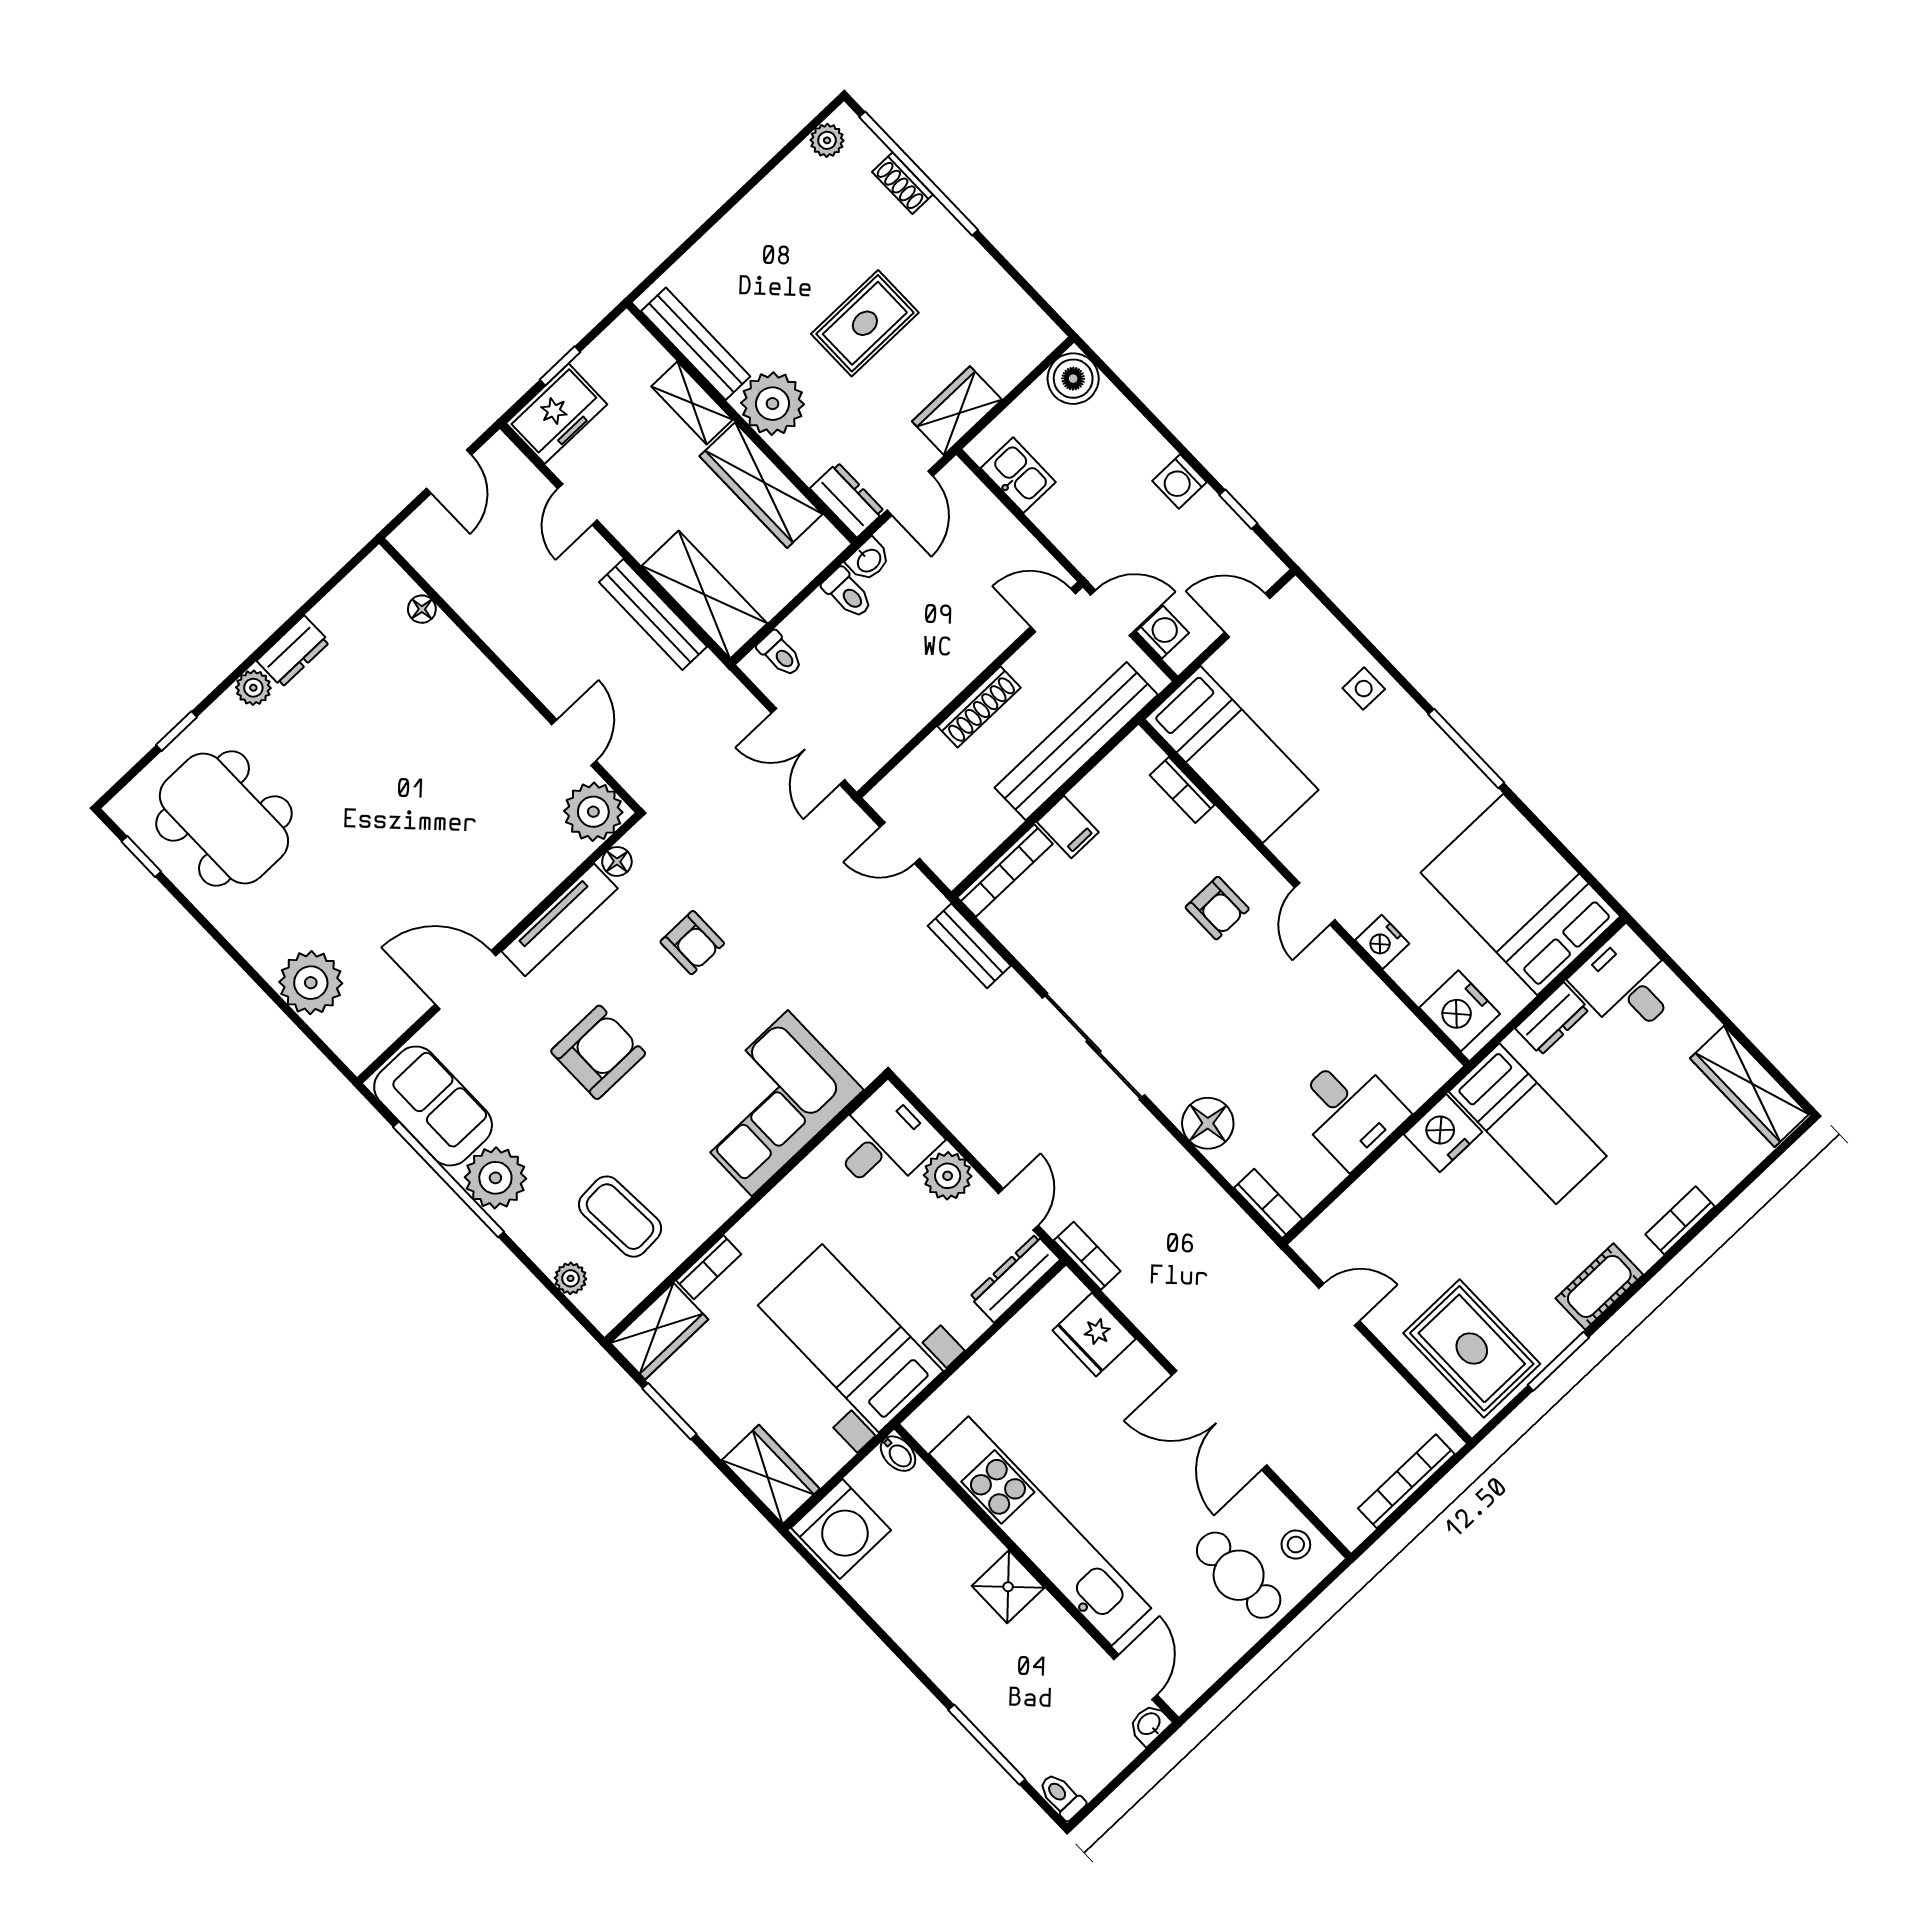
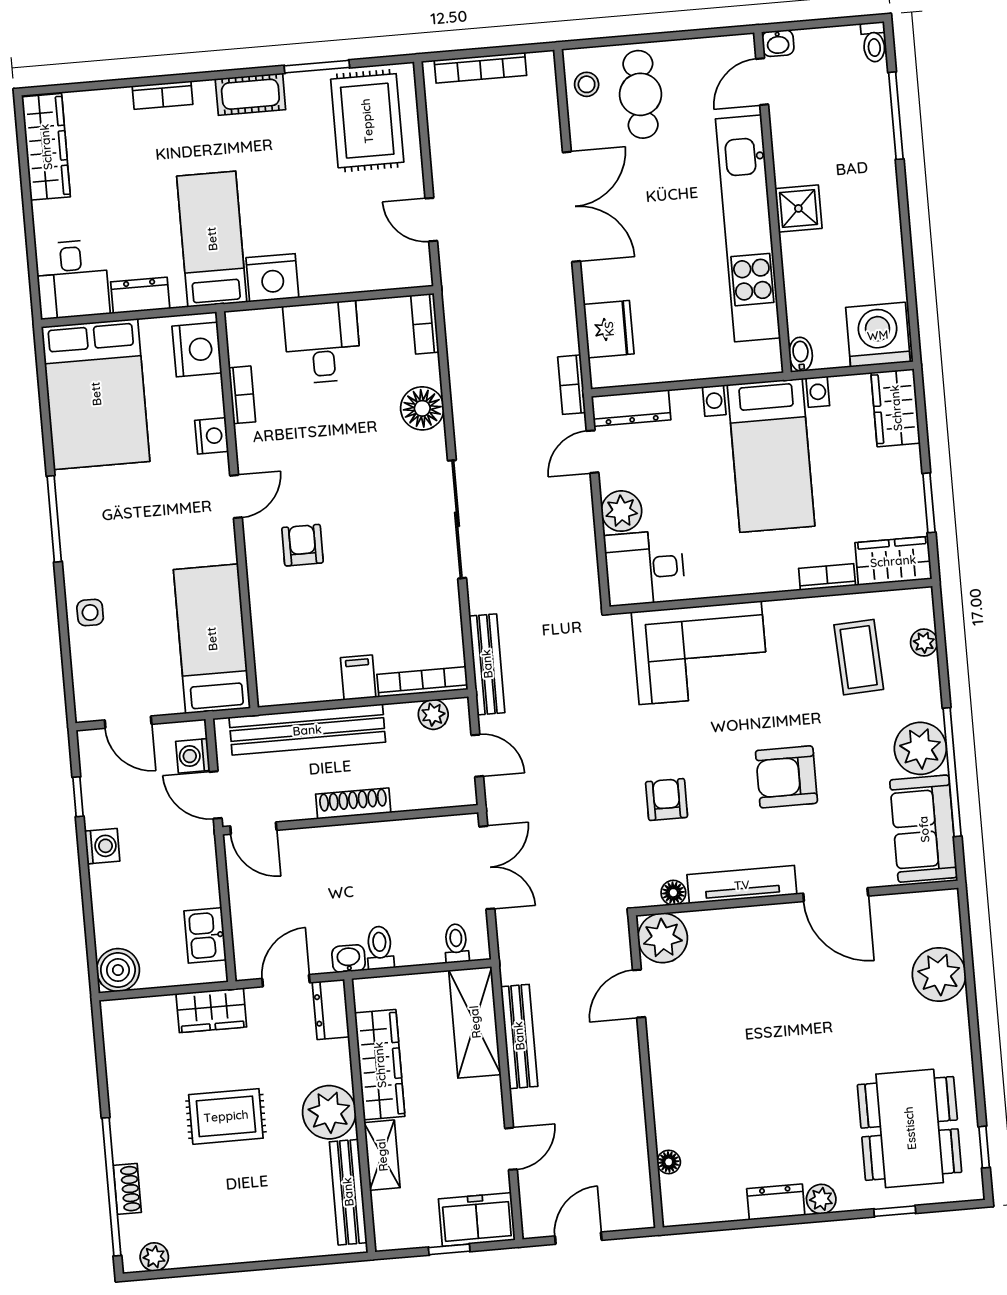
bookcase: (1182, 790) -> (242, 395), moved
plant: (971, 848) -> (433, 714), added
bench: (969, 946) -> (487, 664), width x1.36

